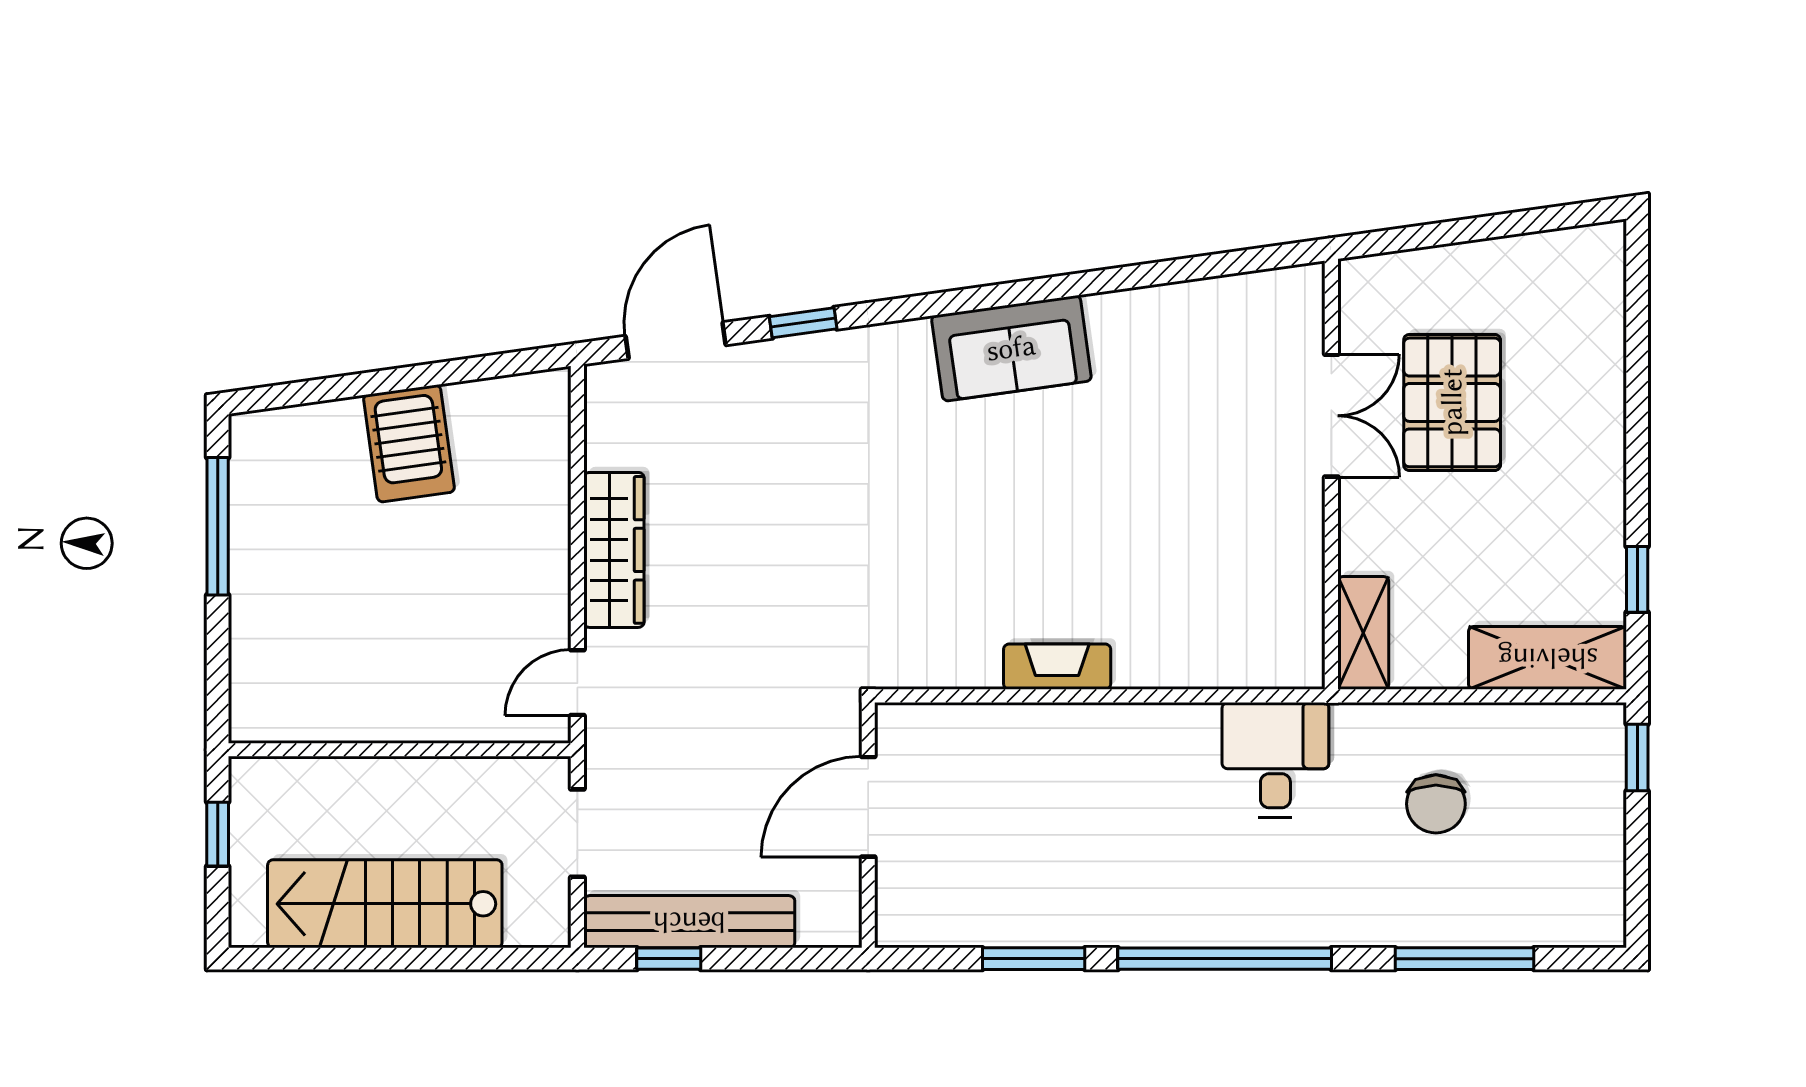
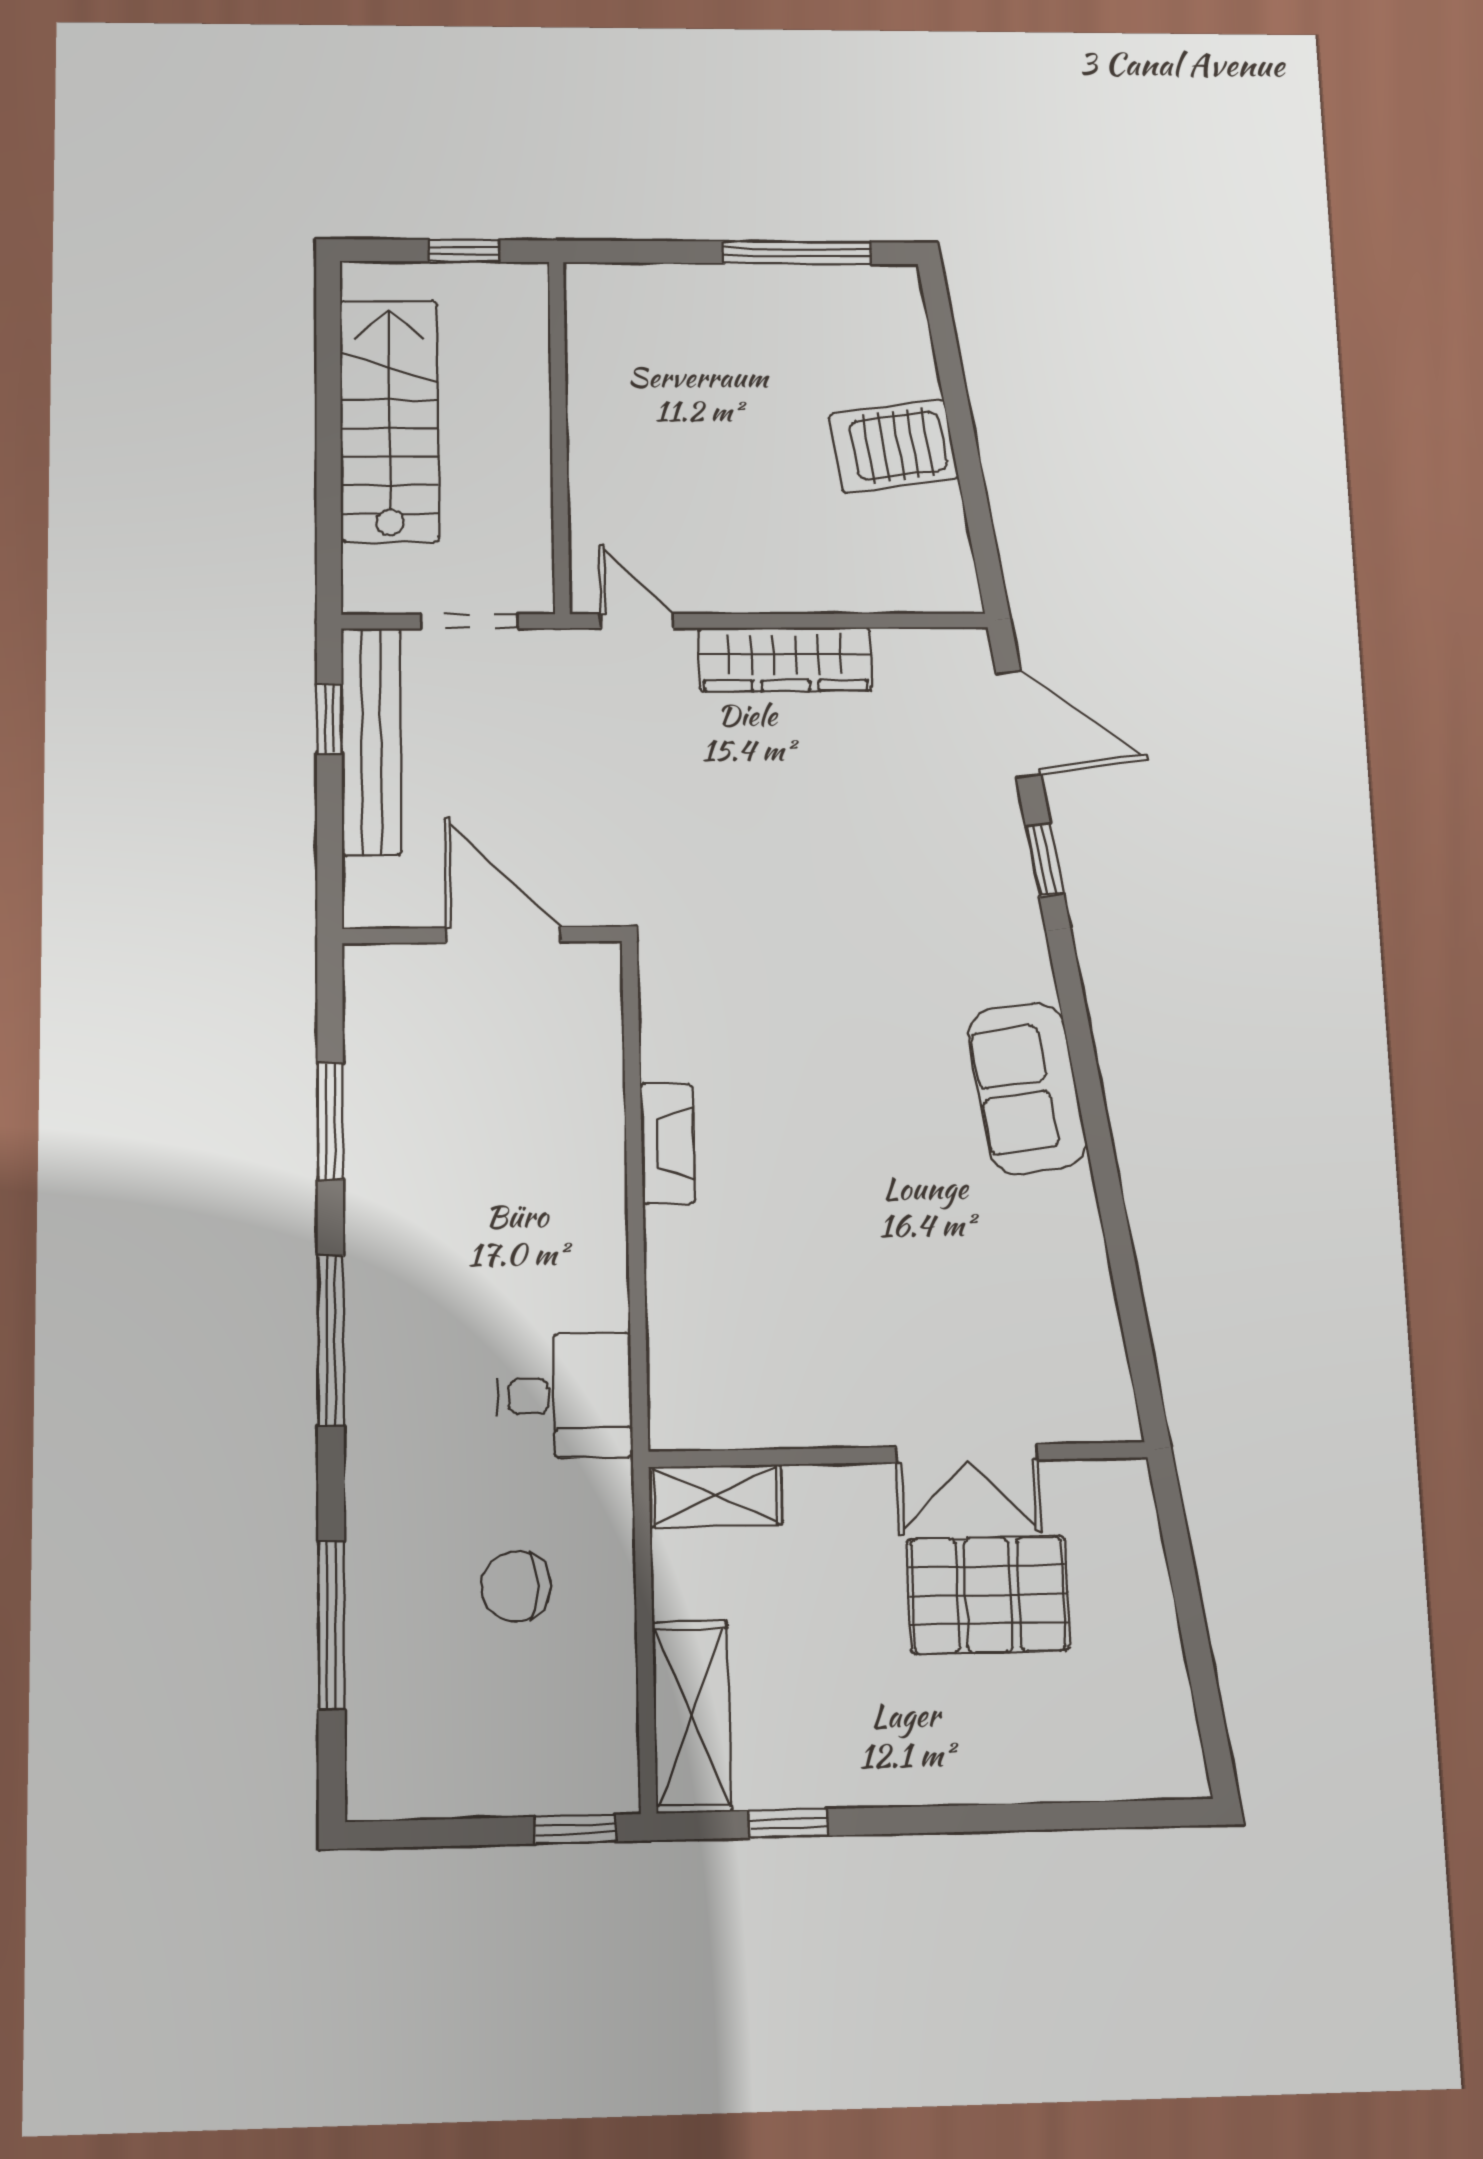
window: (1225, 959) -> (331, 1340), width x0.68

